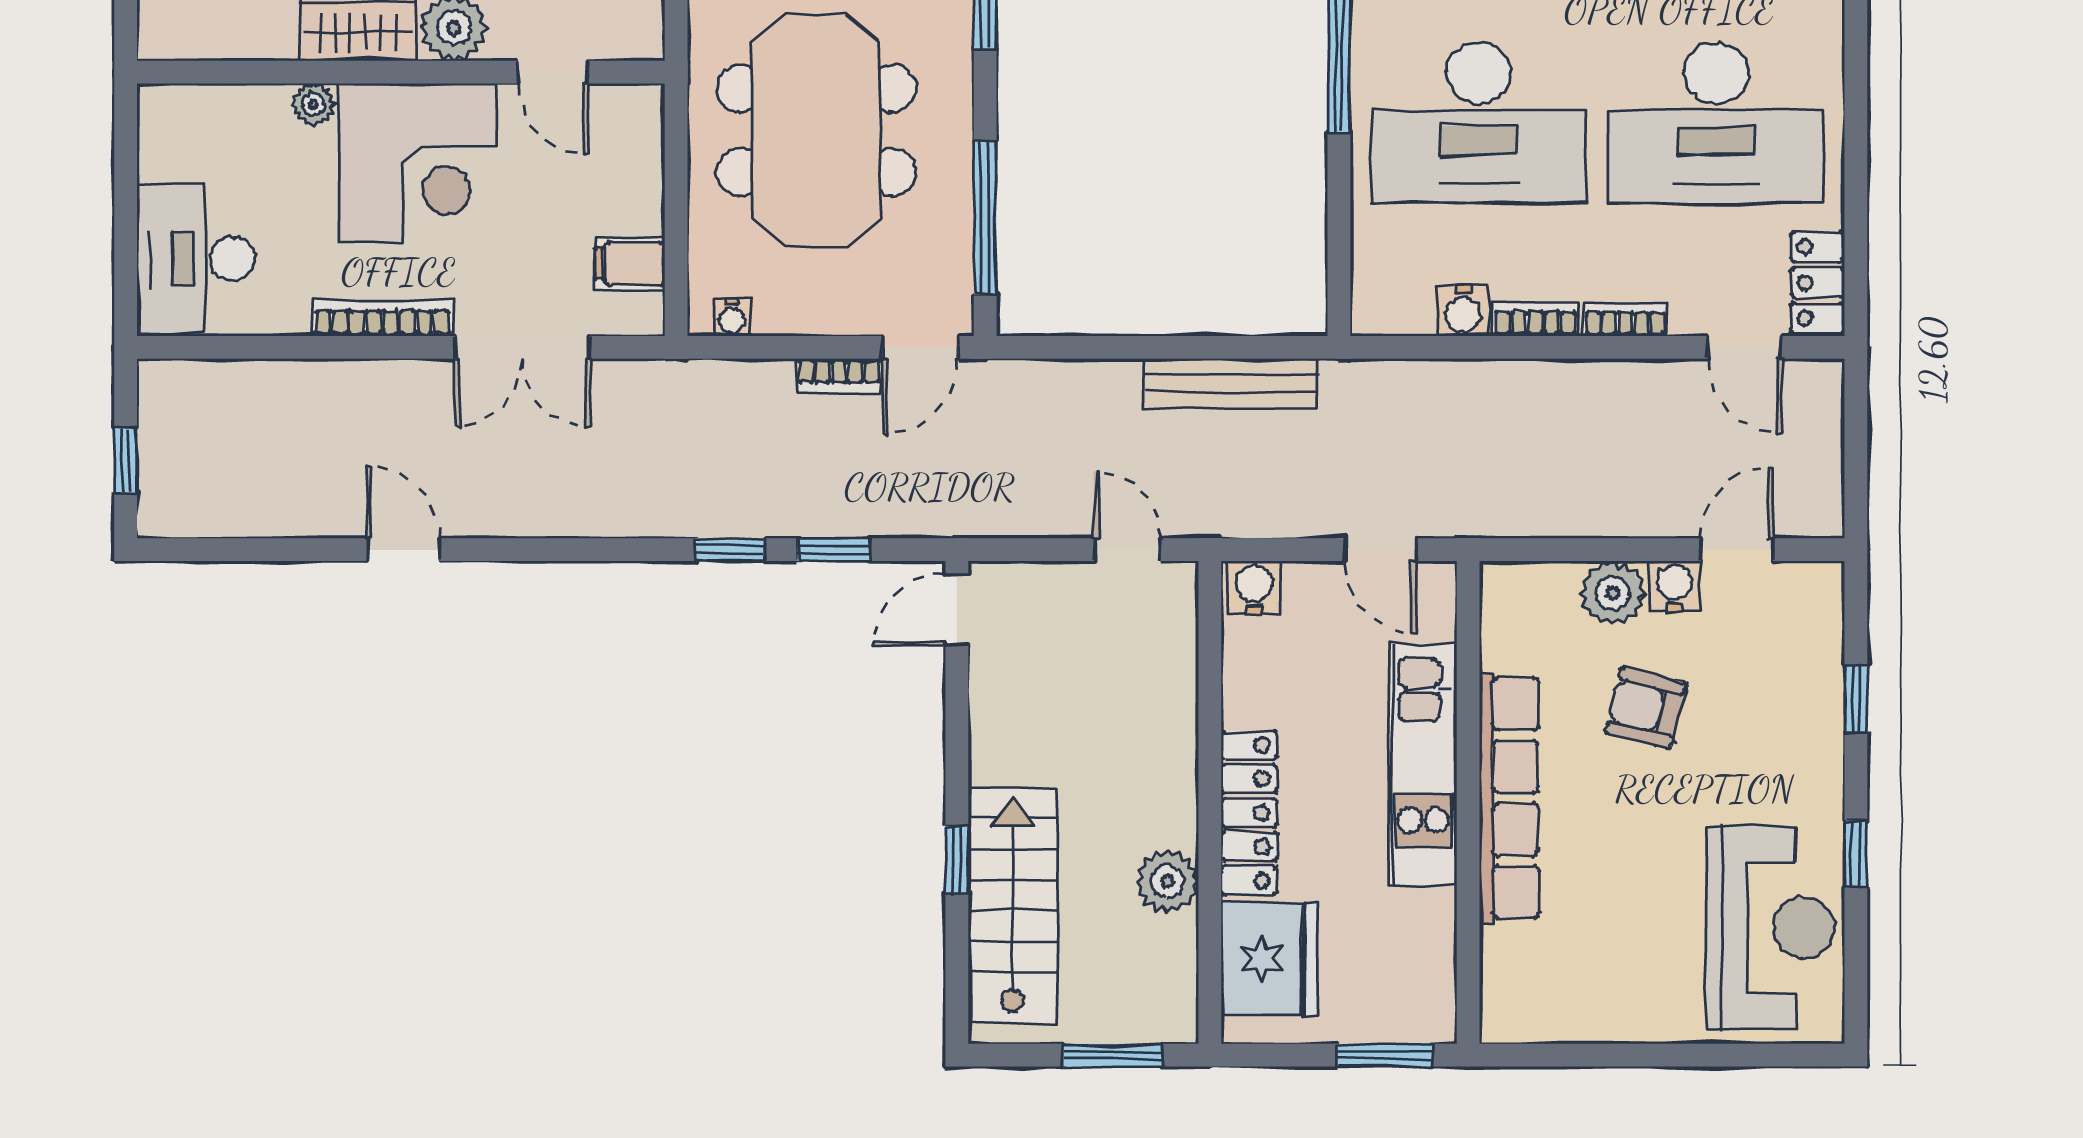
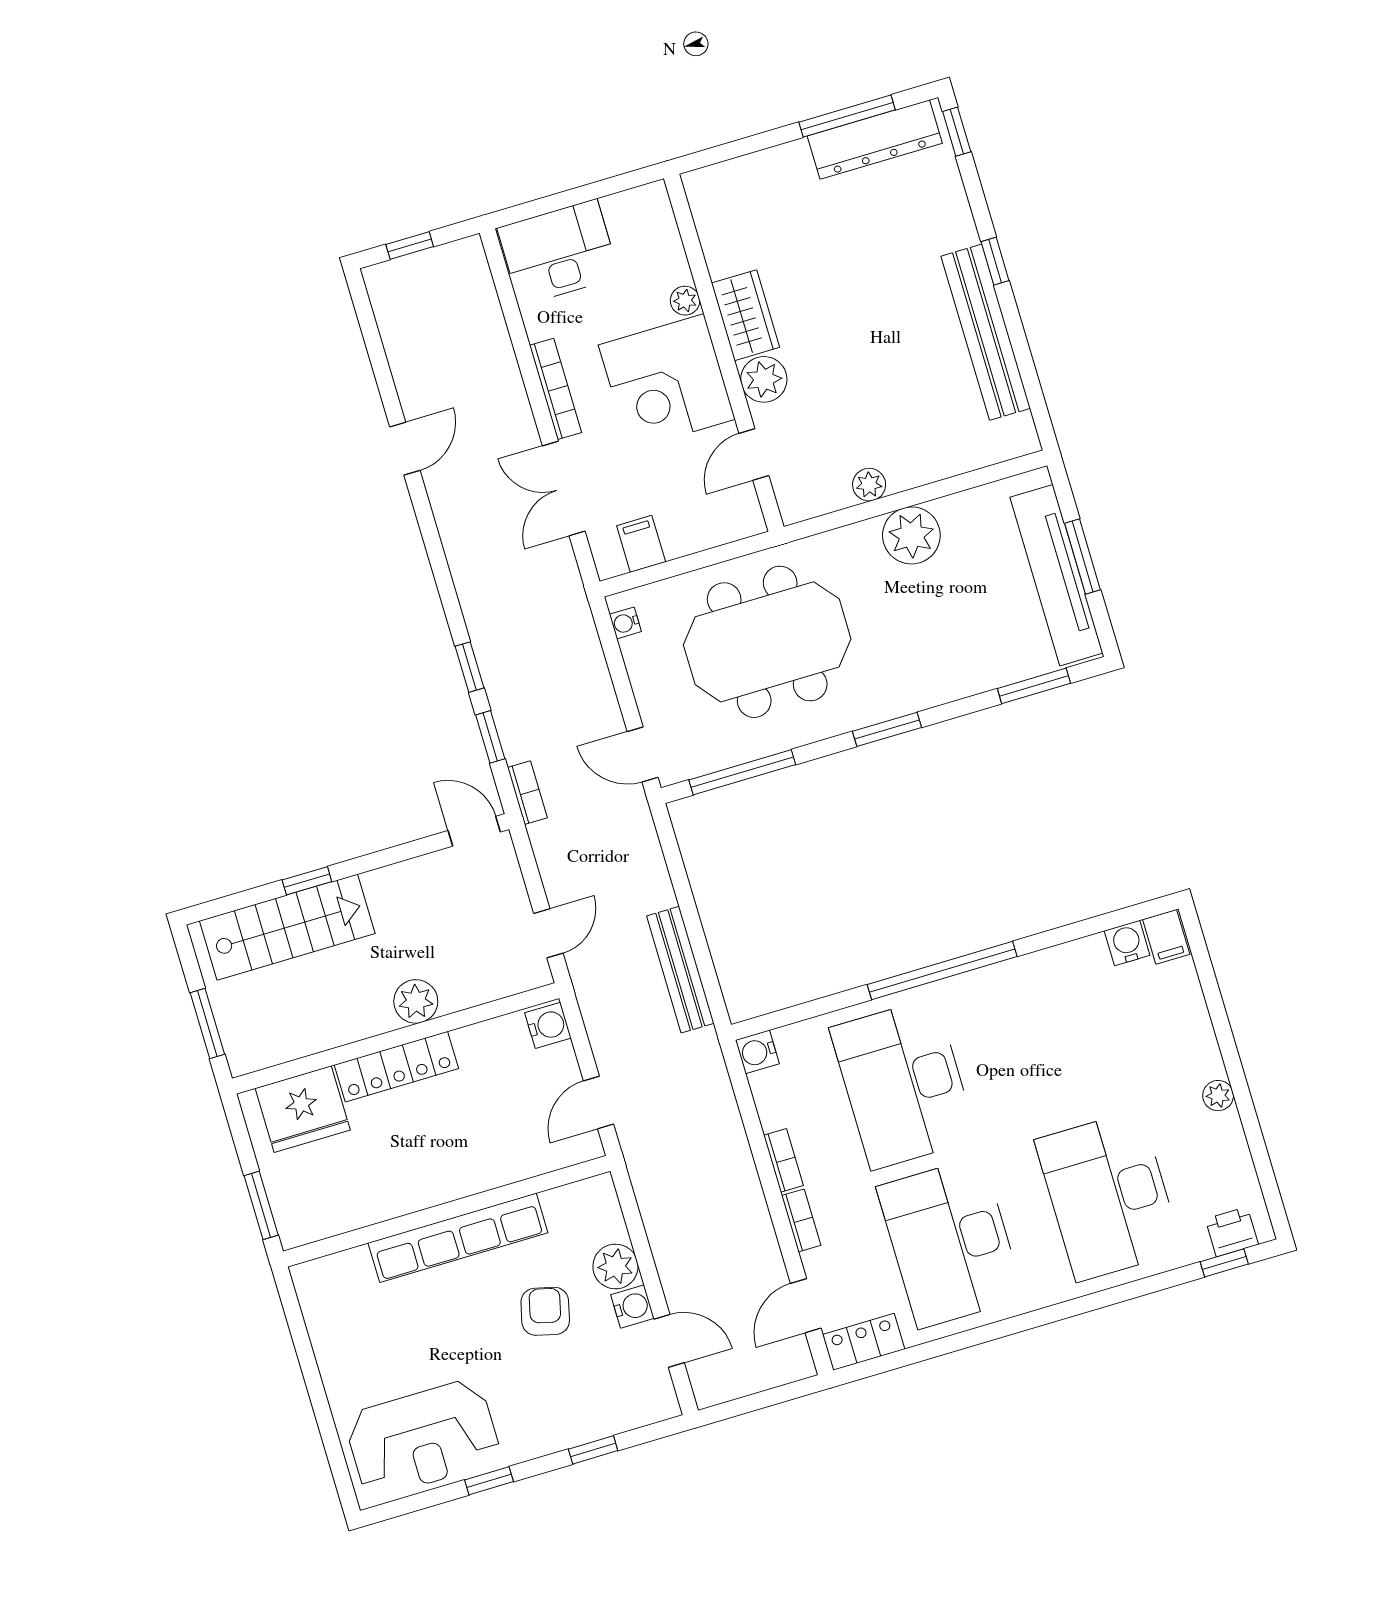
water cooler: (1463, 311) -> (757, 1052), moved
bookcase: (839, 376) -> (527, 793), moved, turned 180
kitchen unit: (1423, 765) -> (463, 1173), removed
plant: (1167, 881) -> (416, 1001), moved

